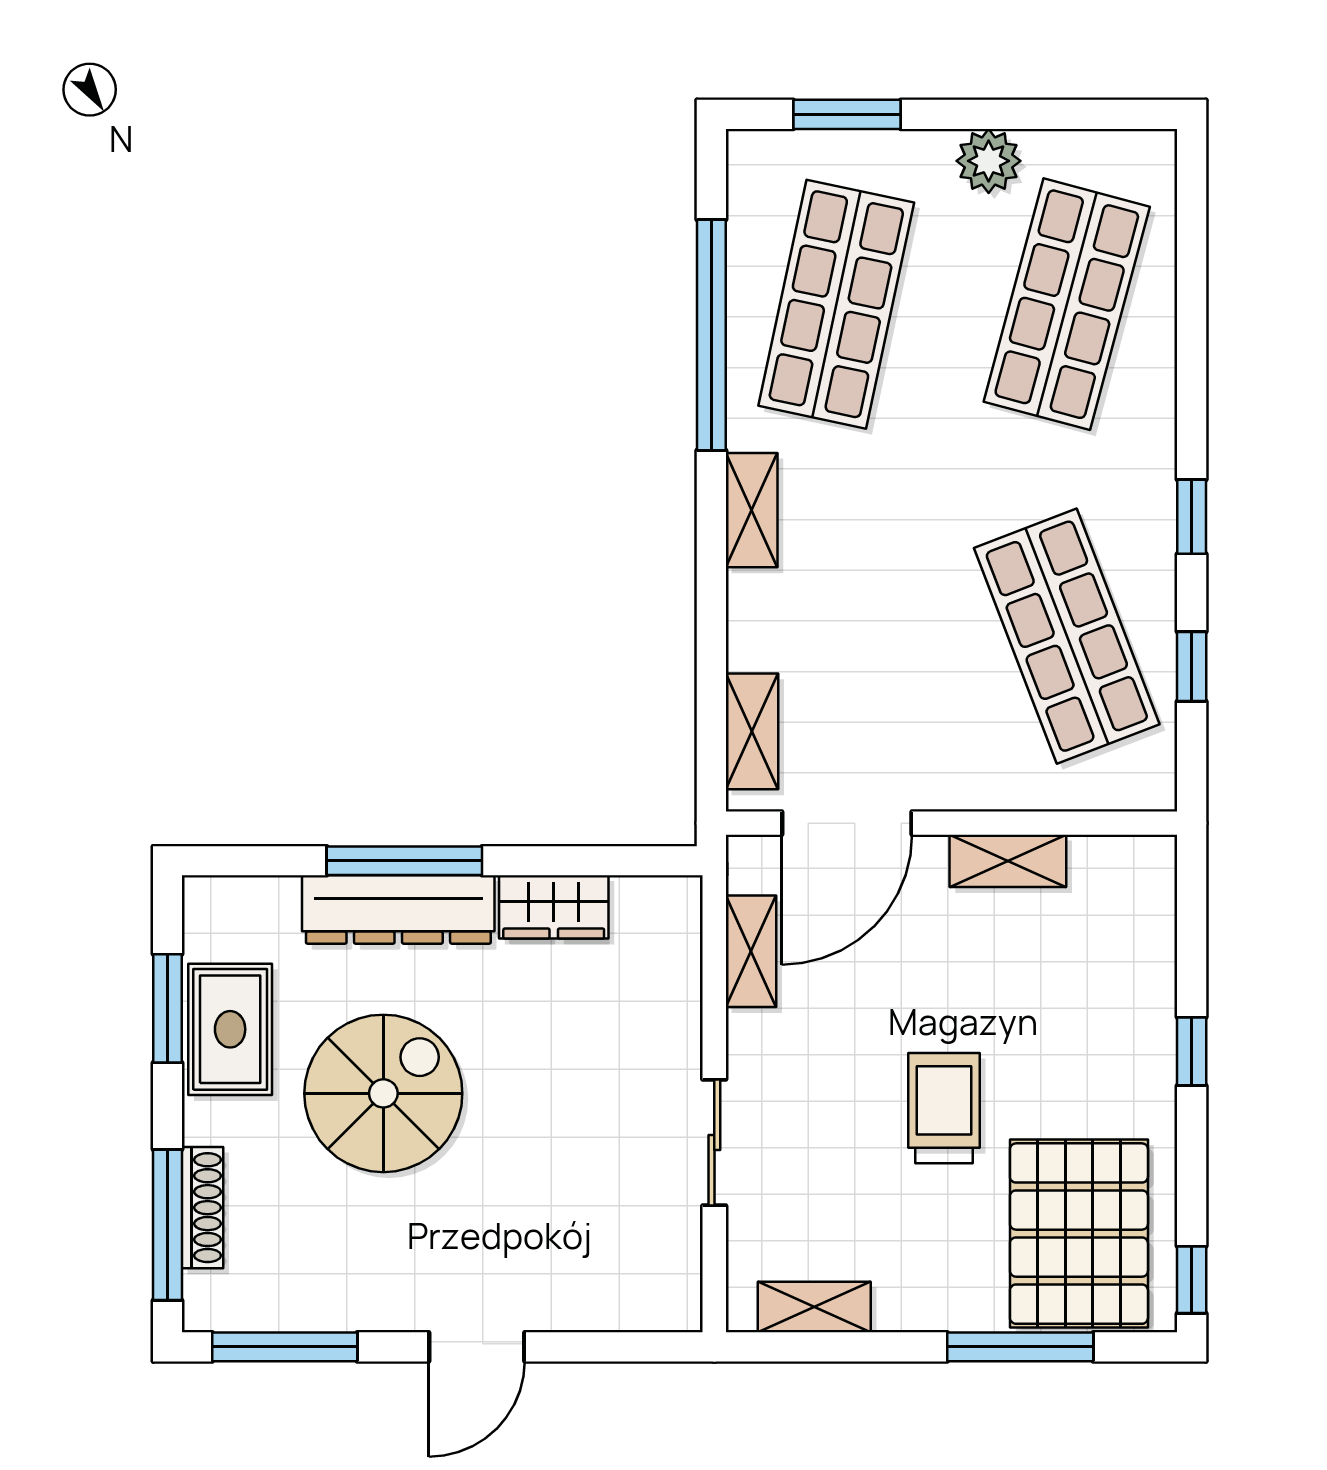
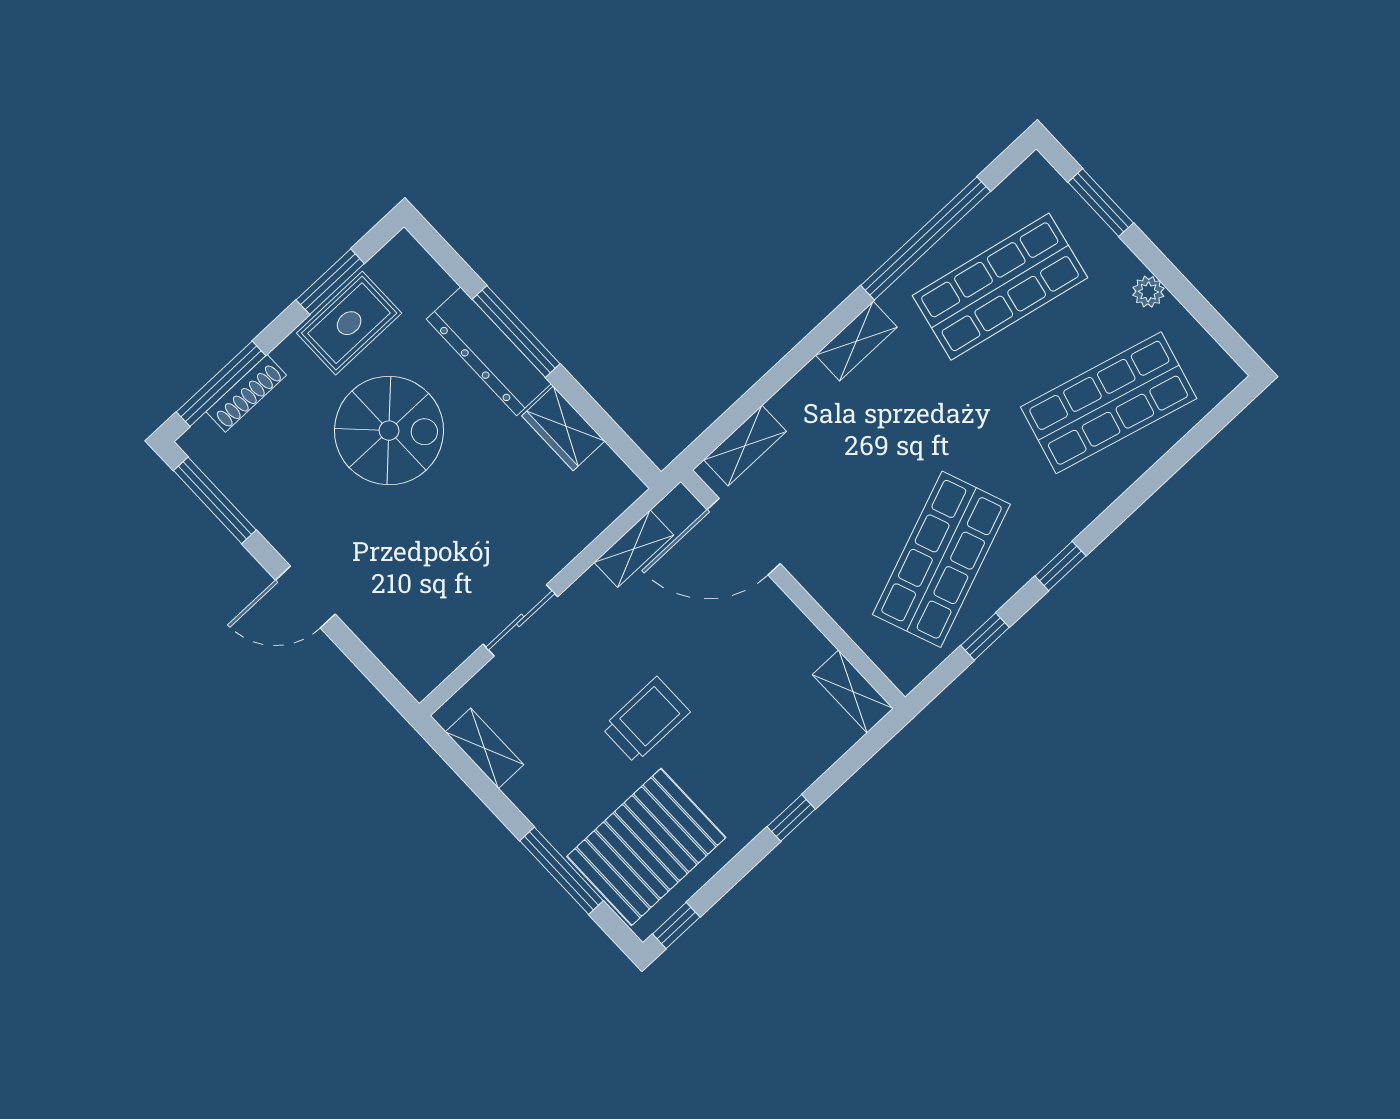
plant: (989, 161) -> (1148, 292), width x0.73, depth x0.73
shelving: (1008, 861) -> (853, 691), moved

